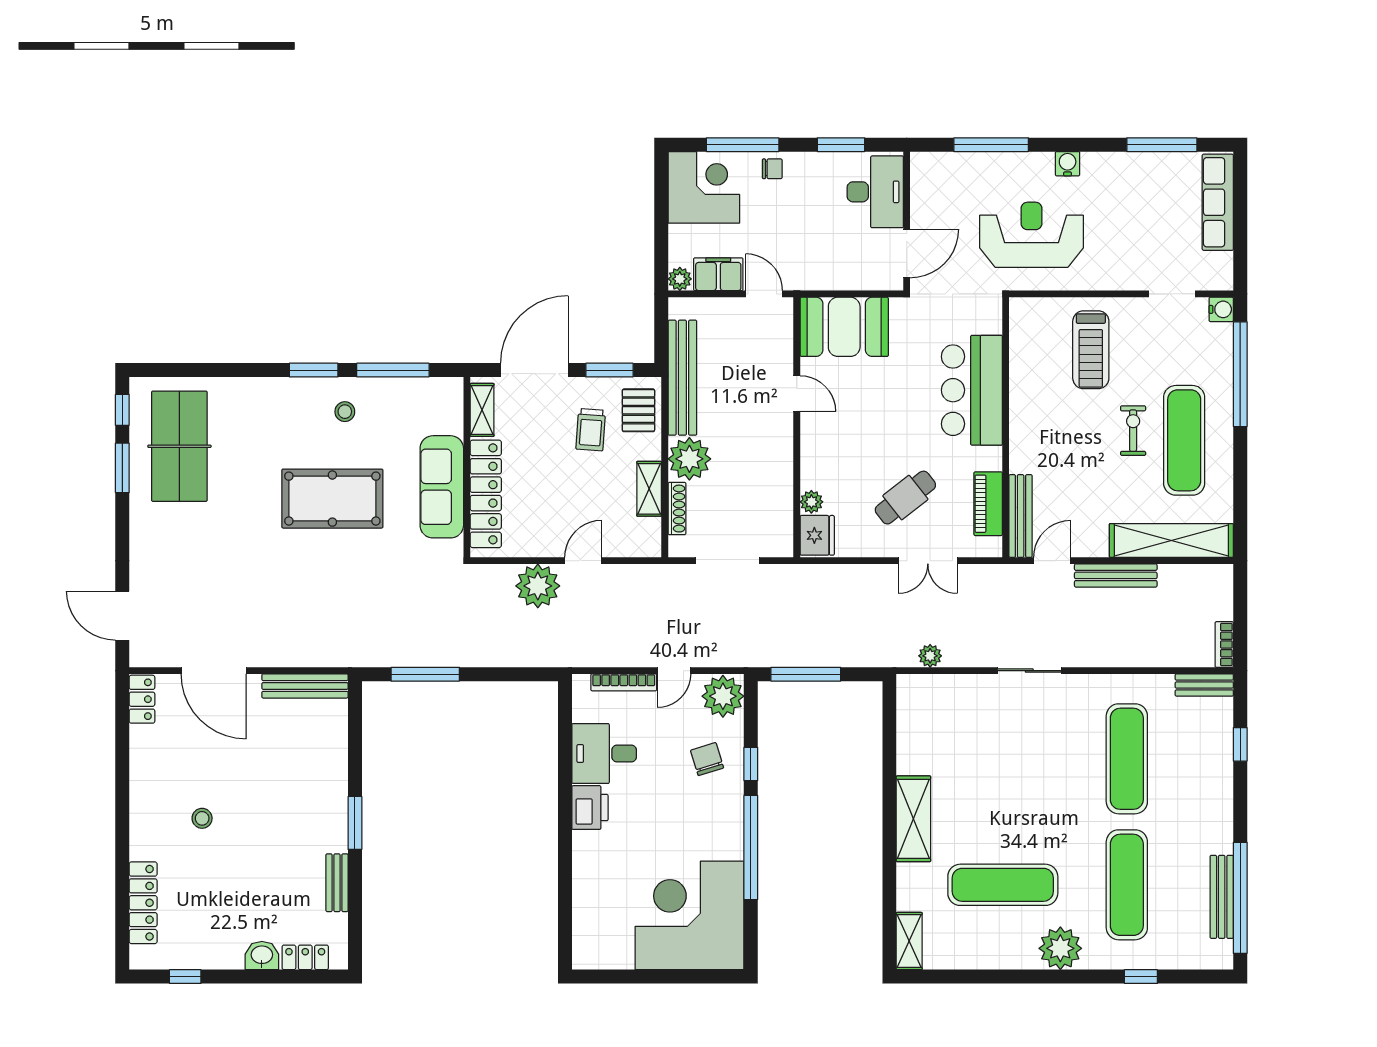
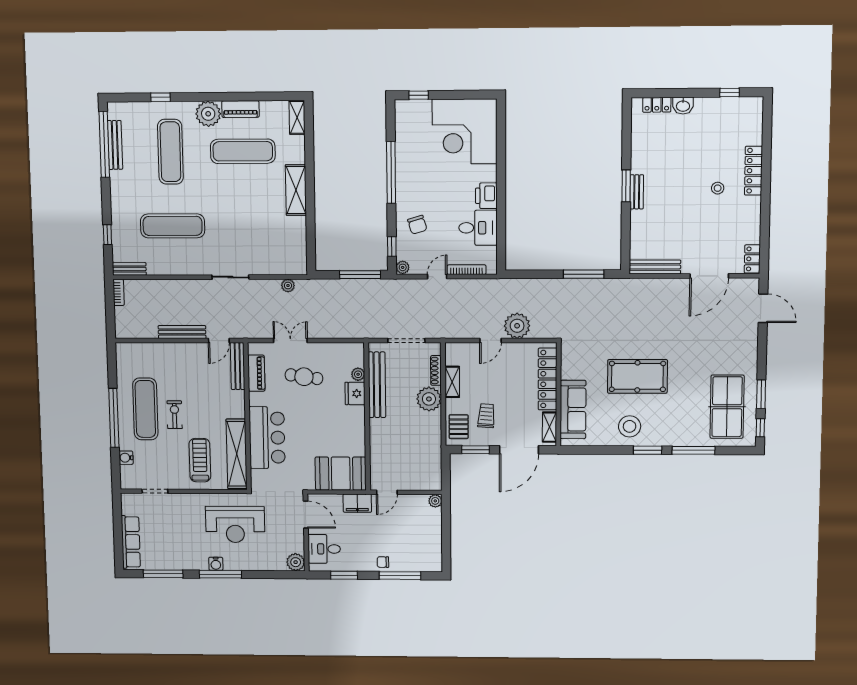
window: (991, 145) -> (220, 574), moved
plant: (926, 168) -> (296, 562), added
corner desk: (704, 187) -> (422, 552), removed
desk: (875, 192) -> (324, 549), width x0.73
door: (907, 254) -> (306, 514), swing flipped
filing cabinet: (718, 274) -> (357, 503), moved
door: (764, 294) -> (387, 492), hinge flipped
water cooler: (1221, 309) -> (126, 458), moved
window: (393, 370) -> (694, 450), moved
window: (1240, 374) -> (114, 418), moved
bench: (682, 378) -> (377, 385), moved
door: (797, 394) -> (367, 436), removed
stool: (345, 412) -> (630, 426), width x1.89, depth x1.89
exercise bike: (1133, 431) -> (175, 415), turned 180
sofa: (442, 487) -> (573, 410), moved
cafe table: (905, 498) -> (304, 377), turned 46
fridge: (817, 535) -> (355, 393), moved
shelving: (1171, 540) -> (237, 454), moved, turned 90
door: (214, 671) -> (709, 276), swing flipped
plant: (723, 696) -> (403, 267), width x0.53, depth x0.53
exercise mat: (1127, 759) -> (173, 226), turned 90
window: (751, 764) -> (392, 246), moved
bench: (337, 883) -> (637, 192), moved
locker: (143, 903) -> (753, 171), moved
corner desk: (689, 915) -> (465, 132), moved, turned 90
piano: (1005, 956) -> (240, 109), added
window: (703, 977) -> (419, 95), added

